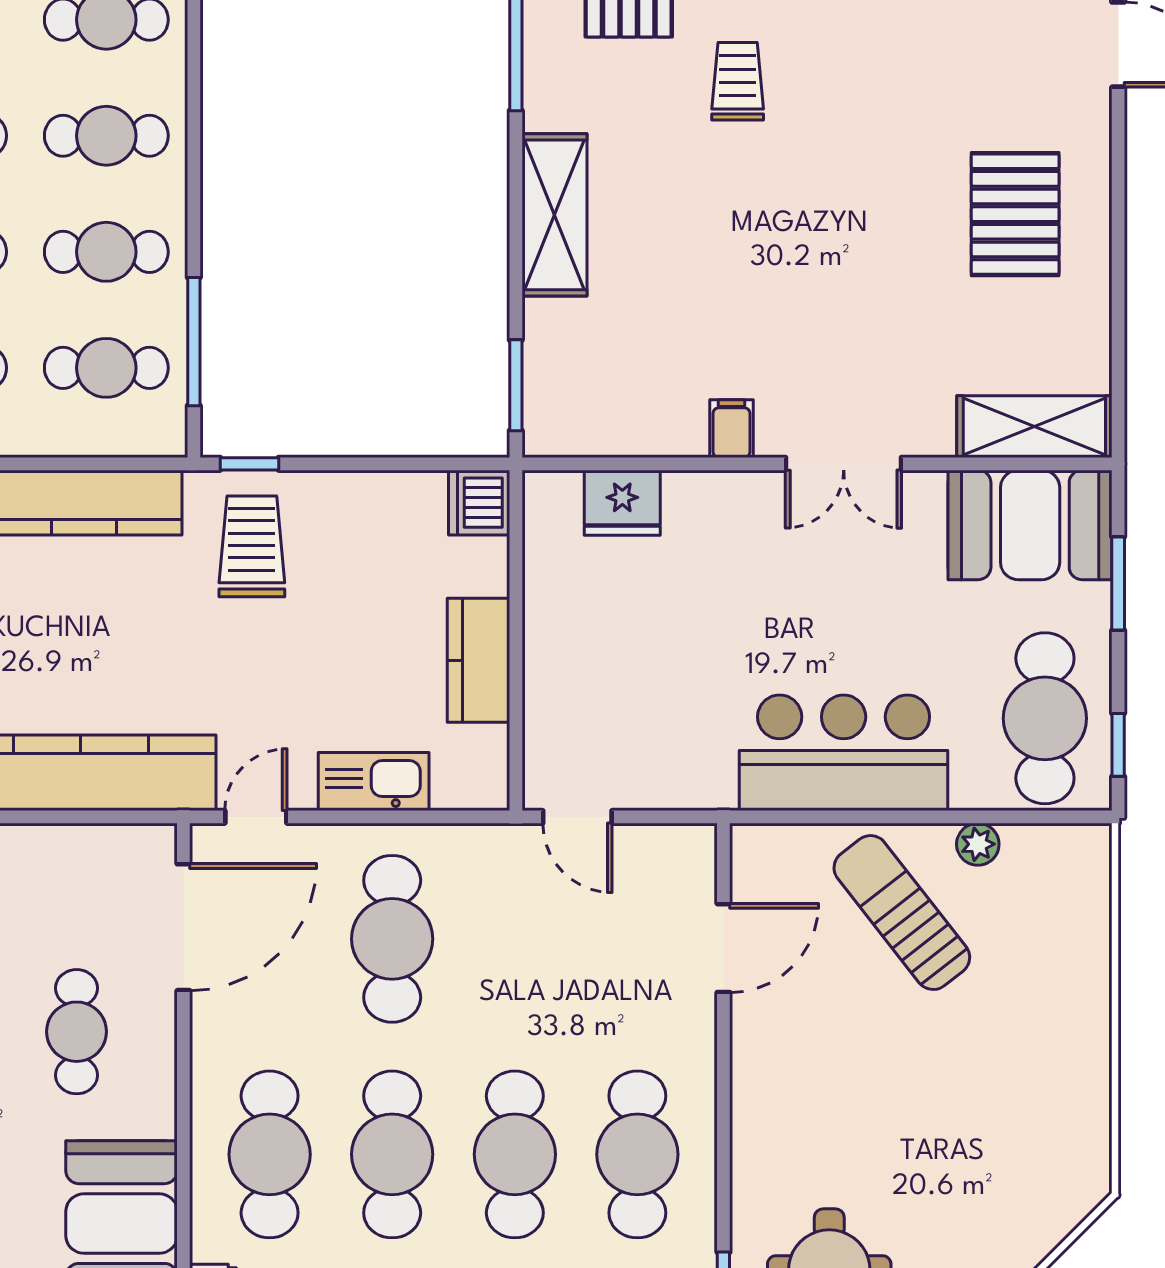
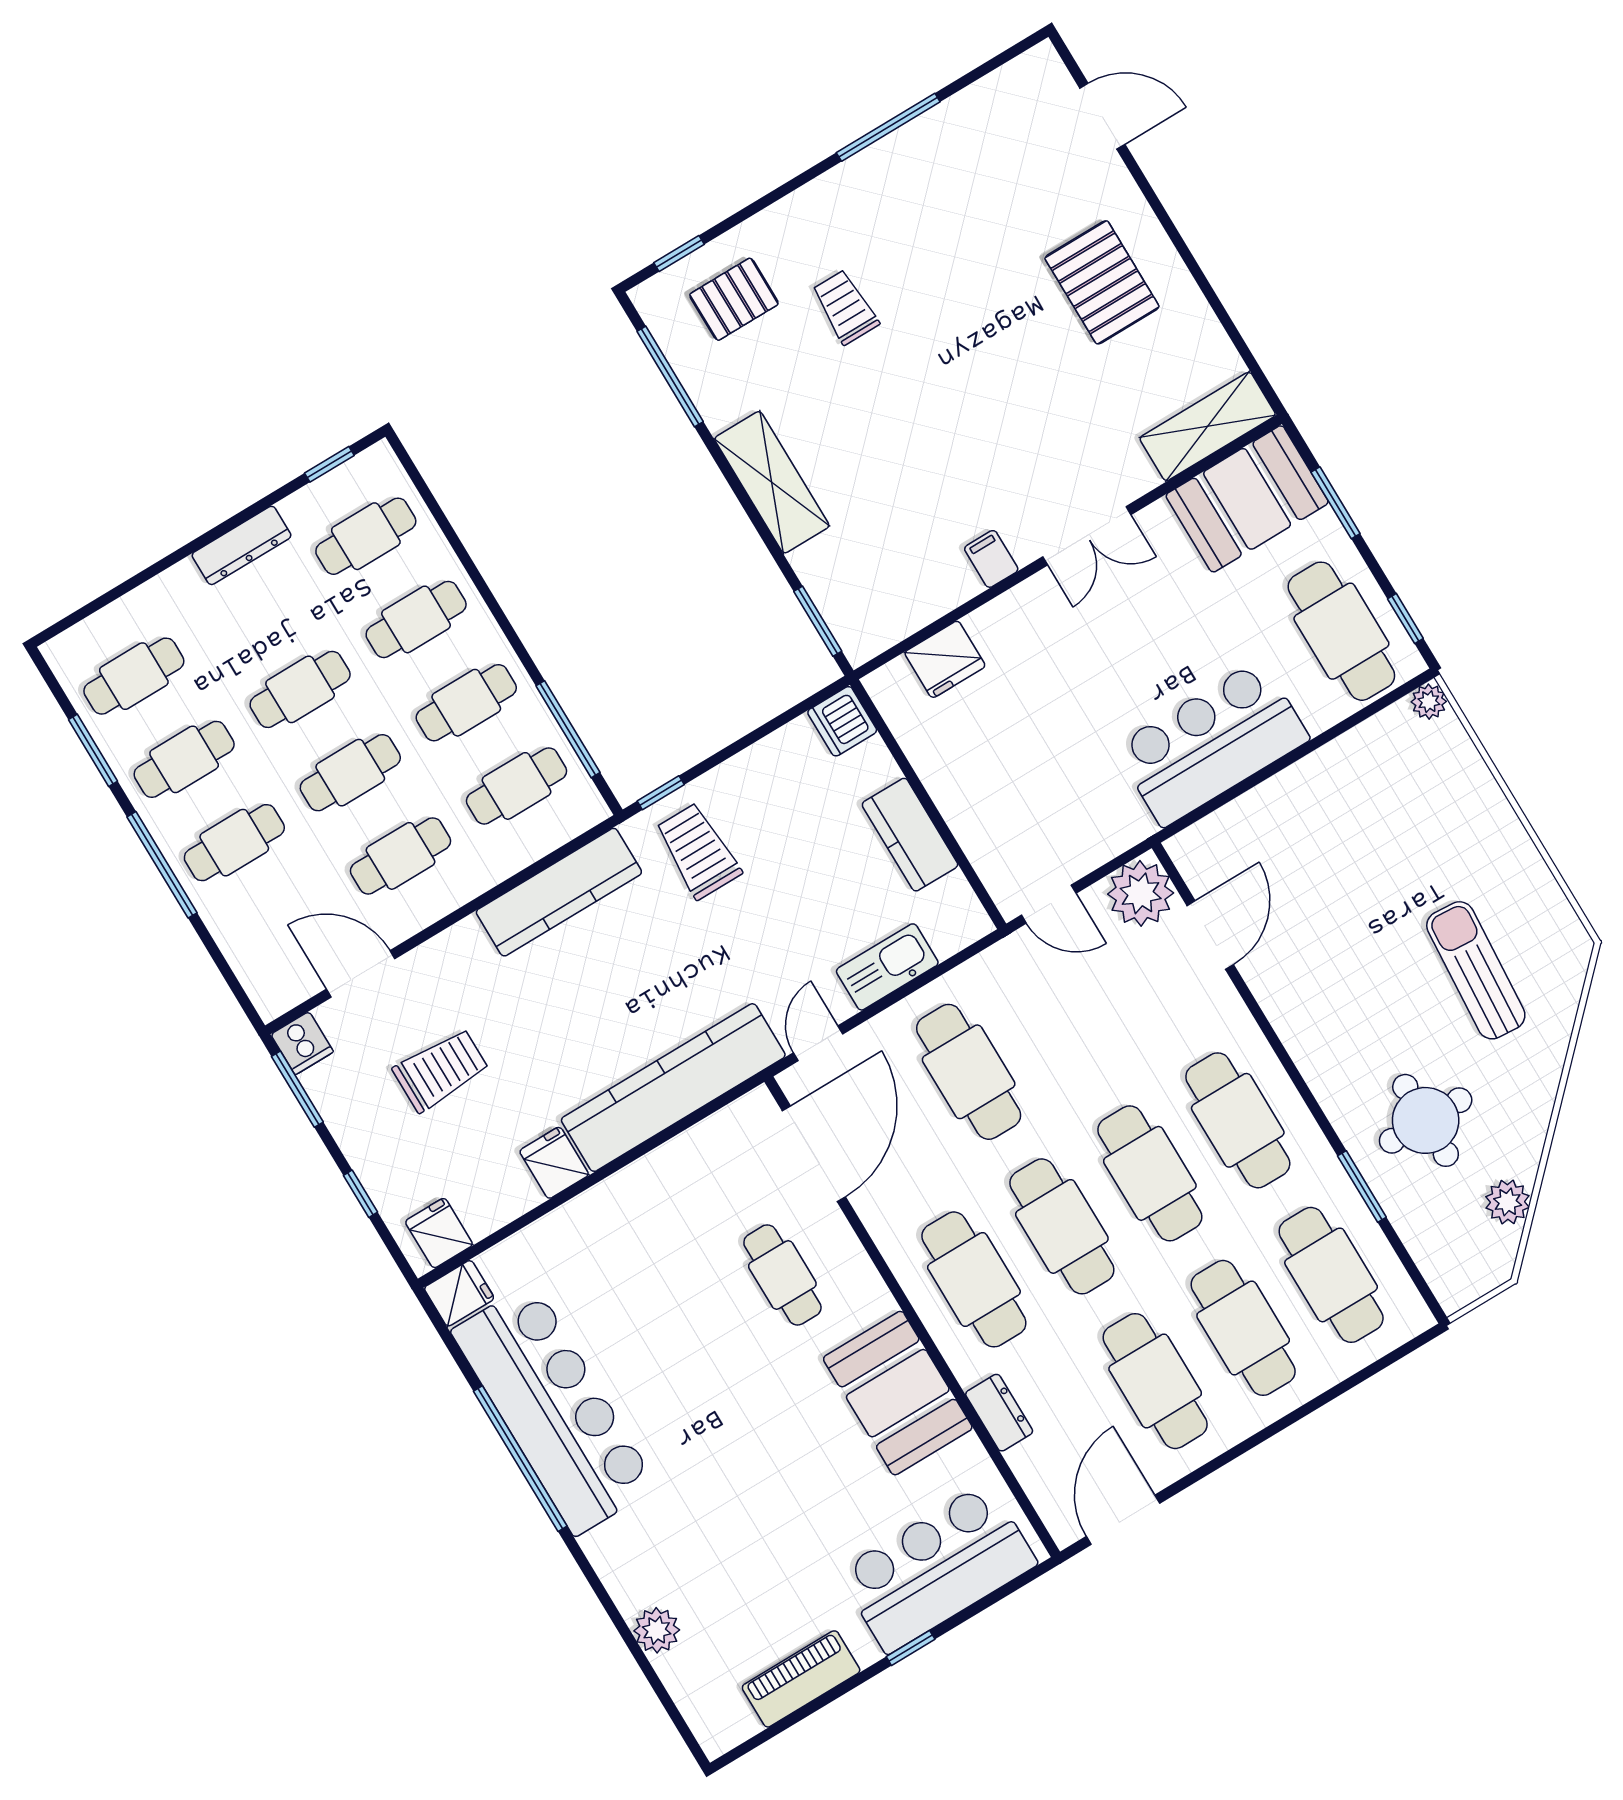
plant: (978, 844) -> (1429, 702), moved
plant: (678, 863) -> (1141, 893), added
sun lounger: (902, 913) -> (1476, 970), moved, turned 42

